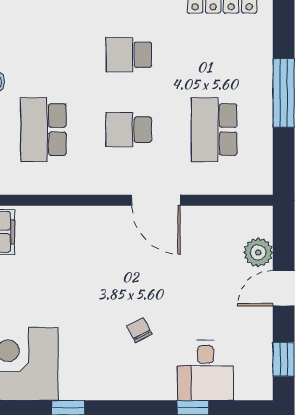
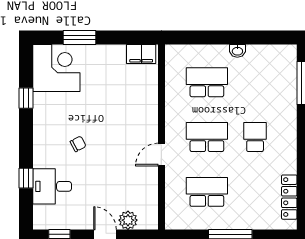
school desk: (129, 130) -> (207, 137), width x1.85
door: (156, 200) -> (161, 155), width x0.73

